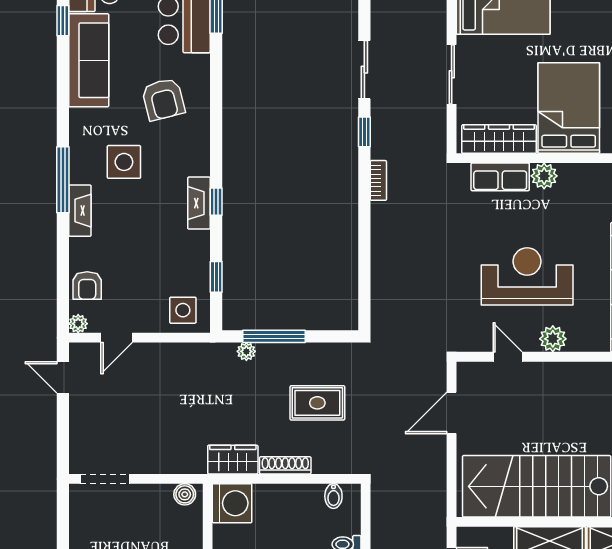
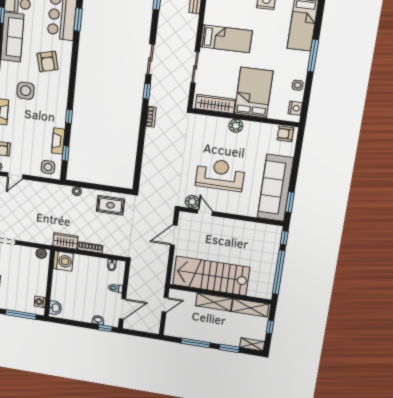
row of seats: (500, 177) -> (213, 123), removed
fireplace: (199, 203) -> (58, 141), moved
window: (274, 336) -> (91, 186), removed
plant: (553, 339) -> (192, 202), moved
rug: (317, 403) -> (110, 205), moved

